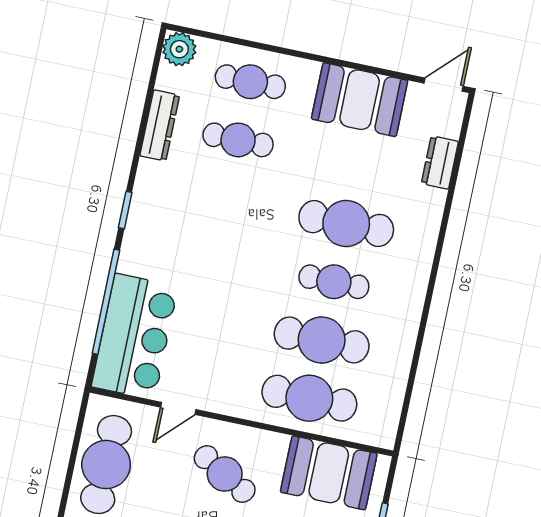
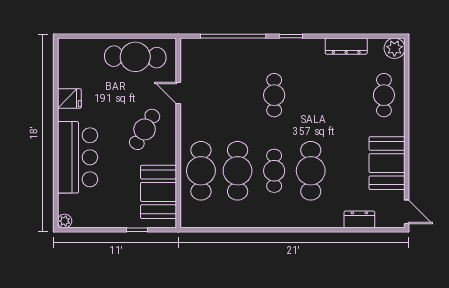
cafe table: (238, 140) -> (274, 95), moved
bar counter: (135, 337) -> (216, 58), removed

